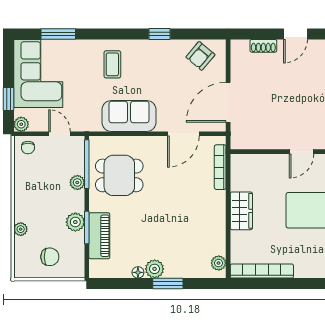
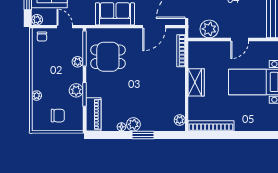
plant: (259, 137) -> (209, 29), added
piano: (99, 236) -> (94, 114), moved

